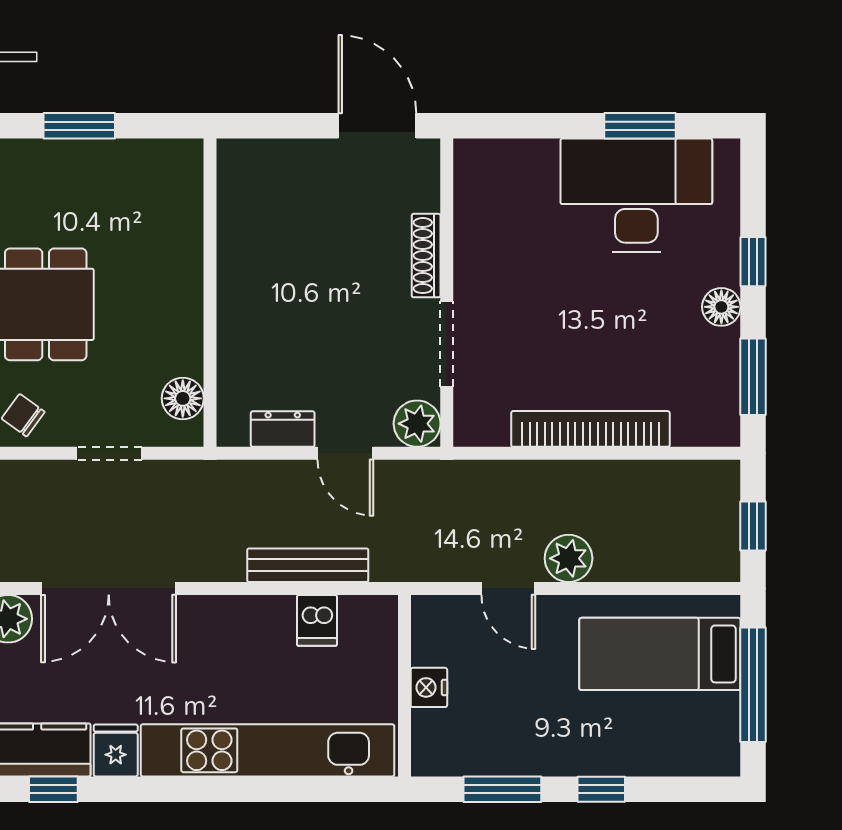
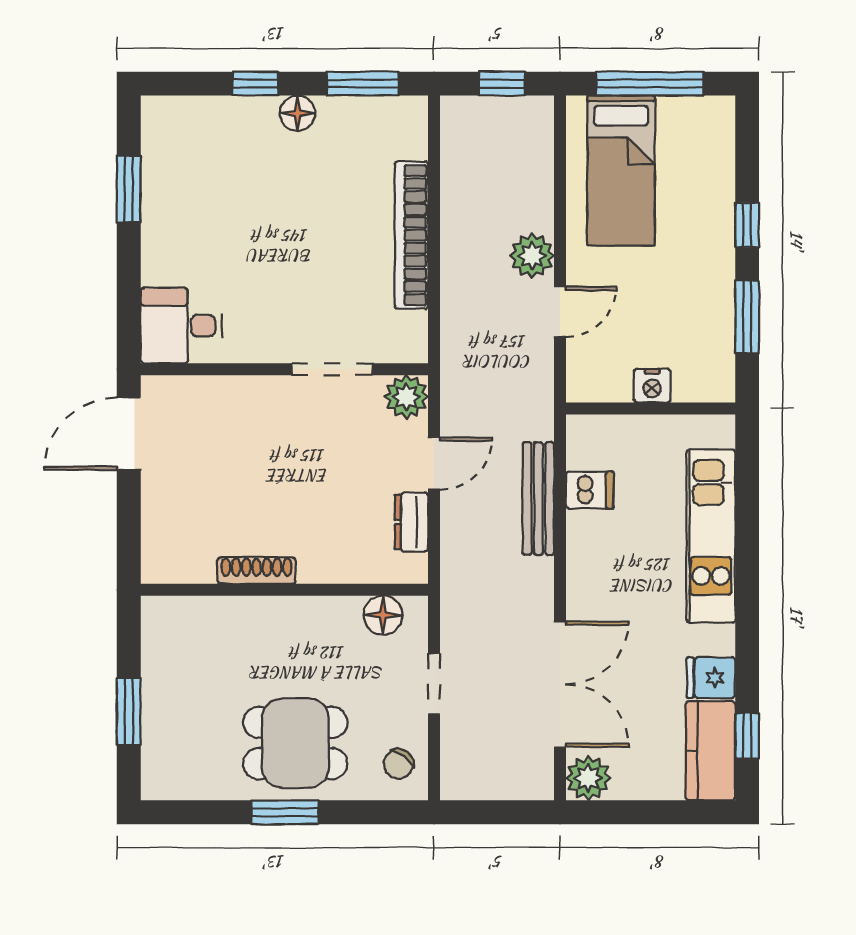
desk: (636, 195) -> (181, 326), moved, width x0.53, depth x0.77
shoe rack: (426, 256) -> (257, 571), moved, turned 180
kitchen unit: (268, 750) -> (711, 536), width x0.73

